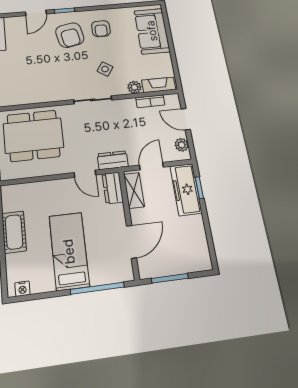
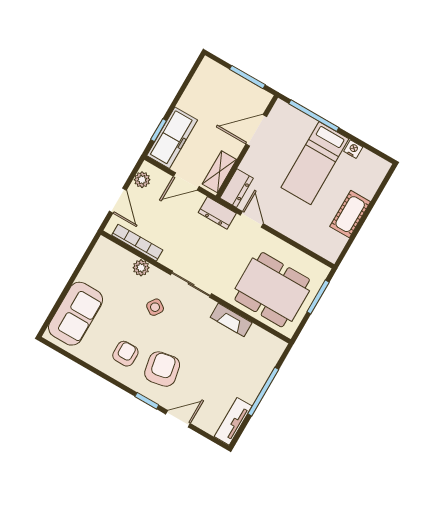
fireplace: (159, 85) -> (231, 320), moved
bookcase: (150, 101) -> (137, 243), width x1.56
nightstand: (22, 289) -> (353, 149), moved

